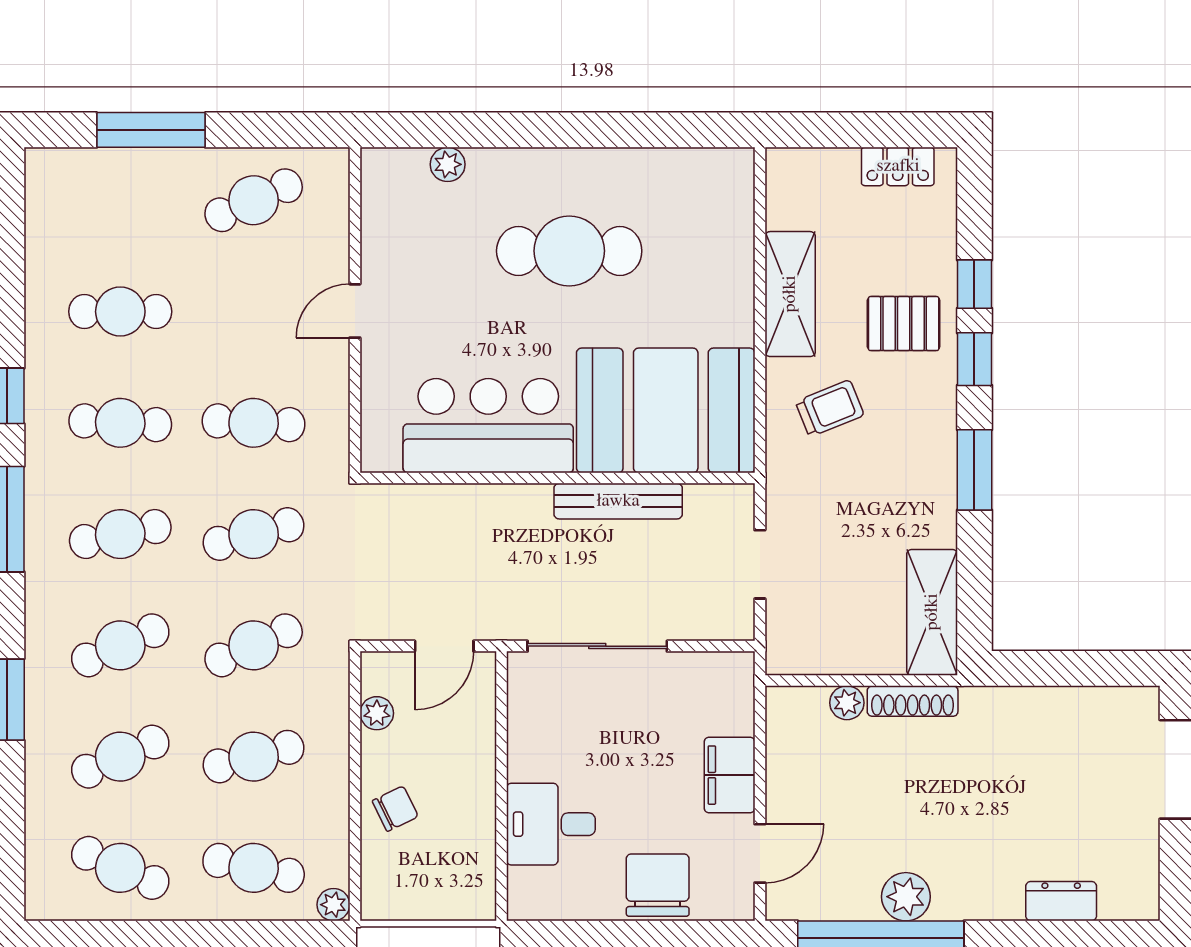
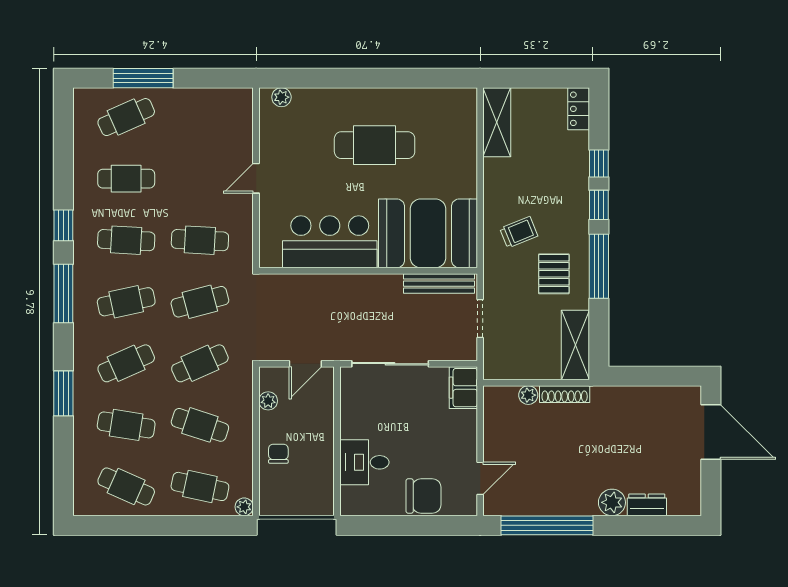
plant: (448, 164) -> (281, 97), moved
locker: (898, 166) -> (579, 109), moved, turned 90
cafe table: (254, 200) -> (126, 117), moved
shelving: (790, 294) -> (497, 122), moved
pallet: (904, 324) -> (554, 274), moved, turned 90
window: (974, 470) -> (599, 266), width x1.44
bench: (618, 501) -> (439, 284), moved
cafe table: (120, 757) -> (126, 425), turned 33
cafe table: (254, 757) -> (200, 425), turned 33
filing cabinet: (730, 775) -> (463, 388), moved
chair: (395, 809) -> (278, 454), turned -64
chair: (658, 885) -> (424, 496), turned 90
plant: (906, 897) -> (612, 502), moved

